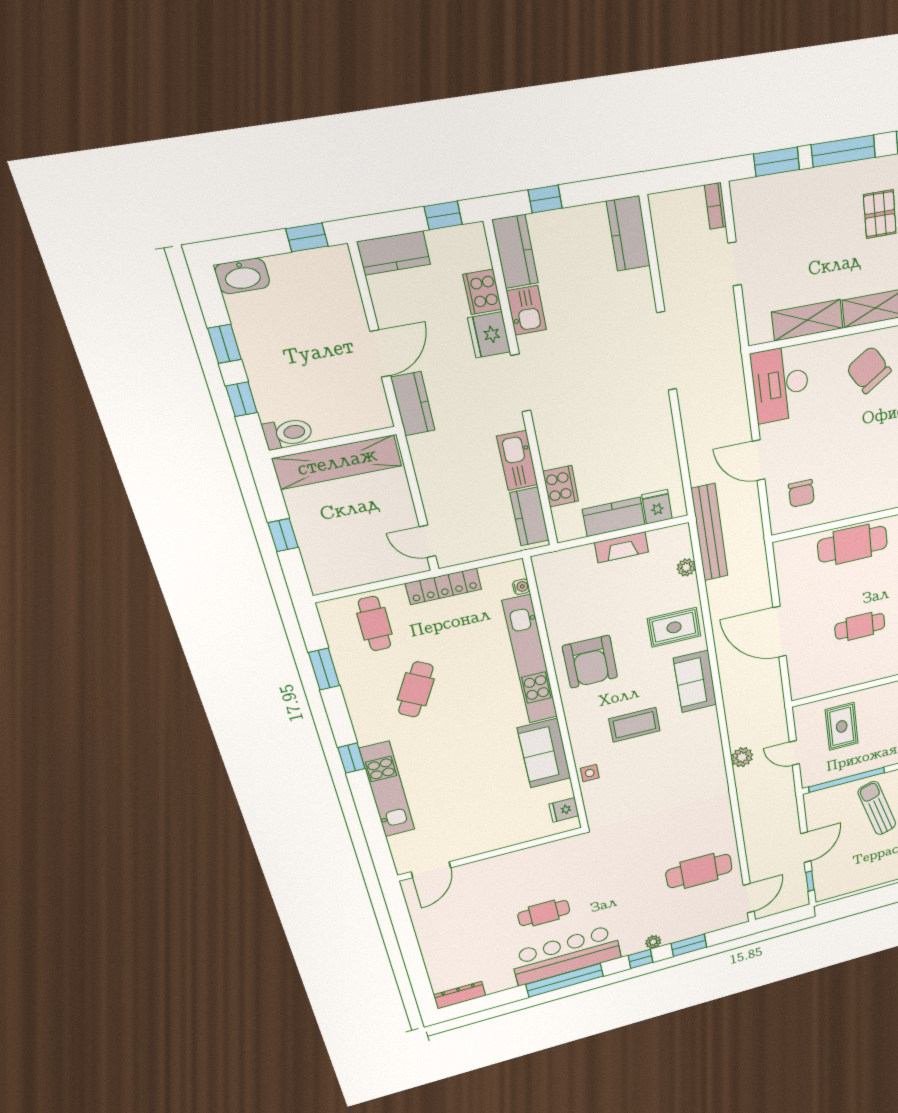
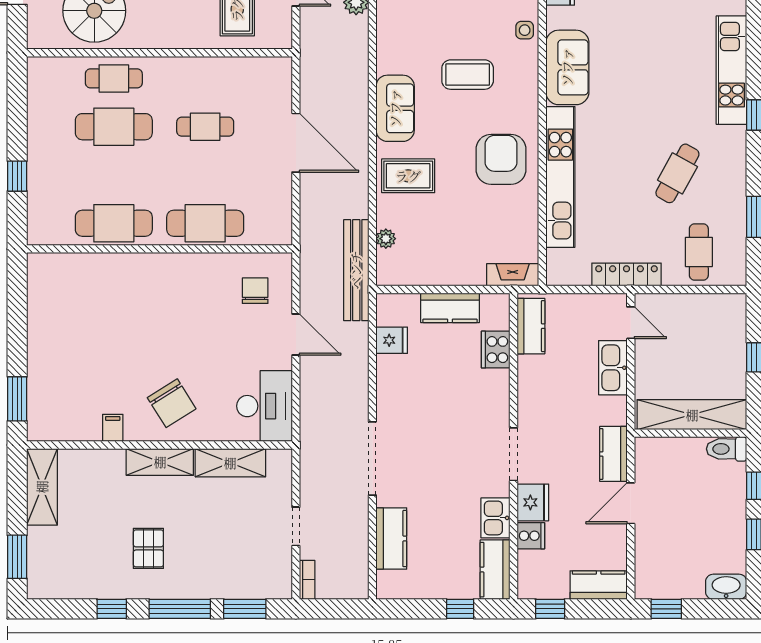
kitchen counter: (628, 234) -> (391, 539), moved
cooker: (482, 292) -> (531, 536), width x0.73
kitchen sink: (517, 461) -> (613, 368), moved, turned 180
fridge: (657, 507) -> (392, 340), moved, turned -90
fireplace: (622, 547) -> (513, 275), moved
water cooler: (521, 587) -> (553, 257), removed

